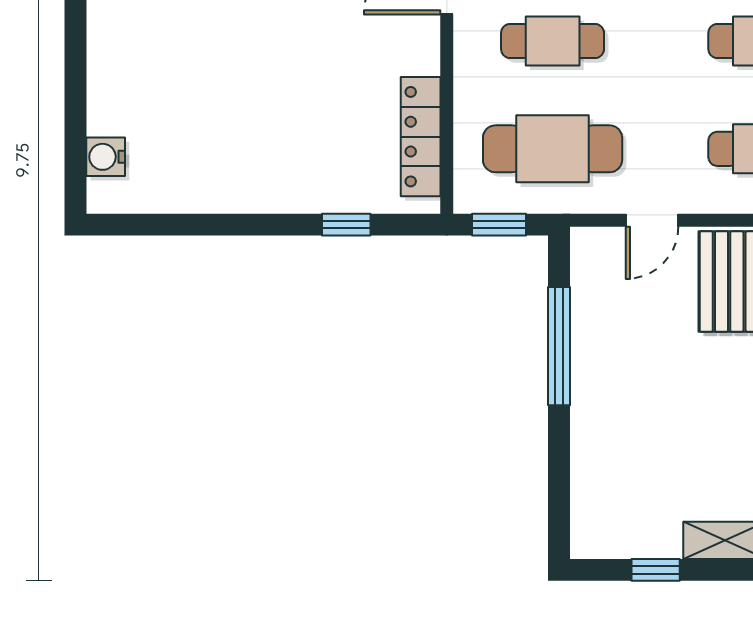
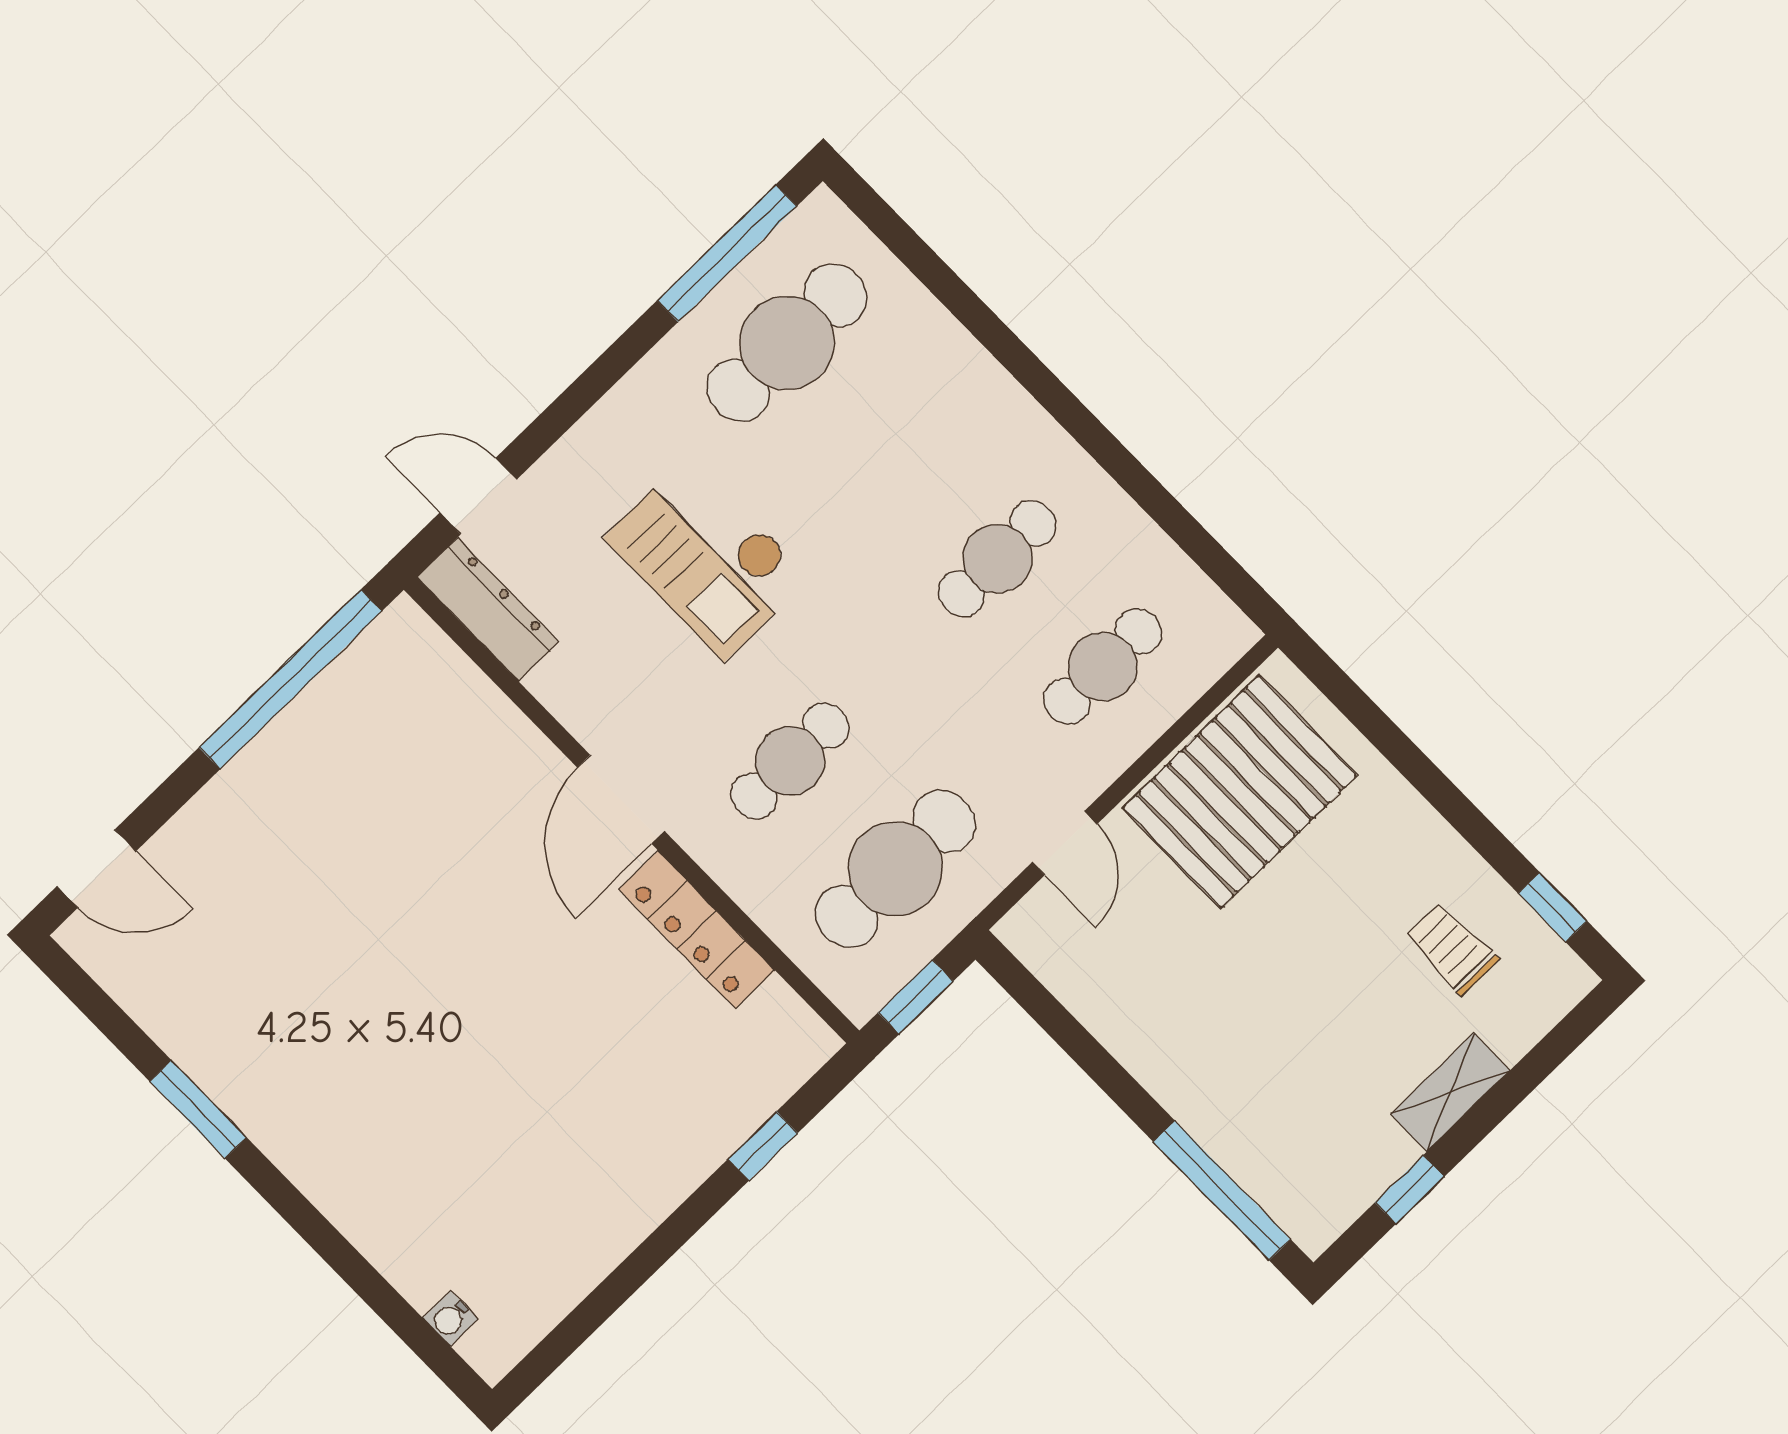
locker: (421, 137) -> (697, 930), moved
water cooler: (106, 157) -> (450, 1318), width x0.72, depth x0.72
window: (559, 346) -> (1222, 1191), moved

